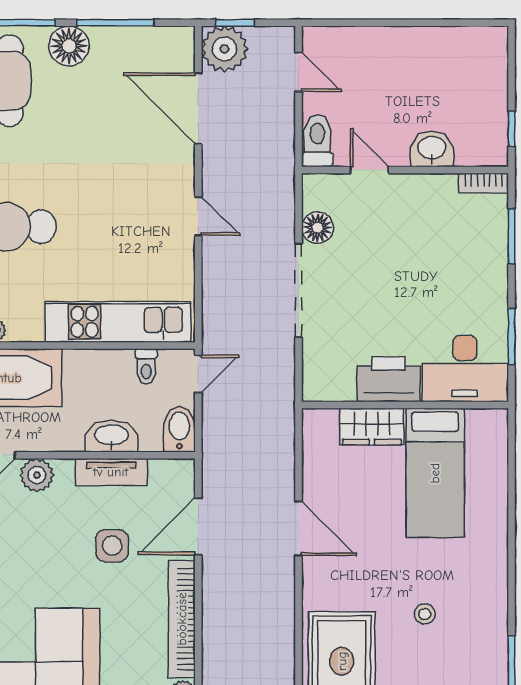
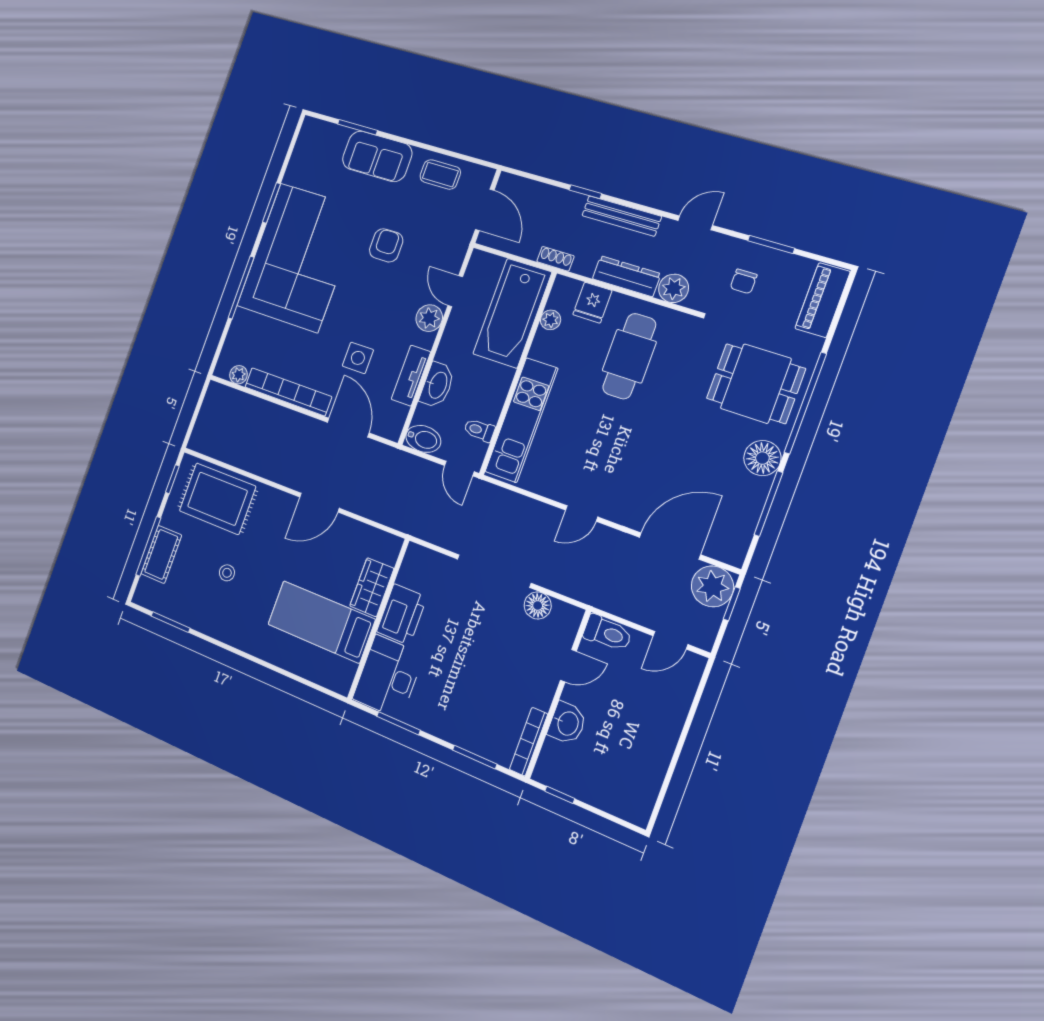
bookcase: (483, 183) -> (529, 742), width x1.56

